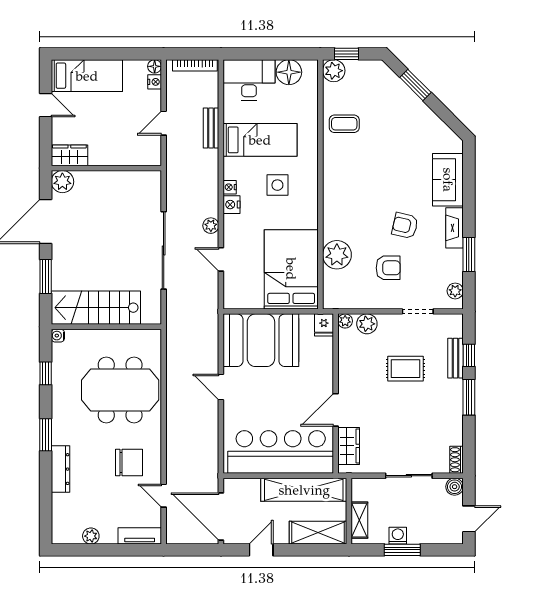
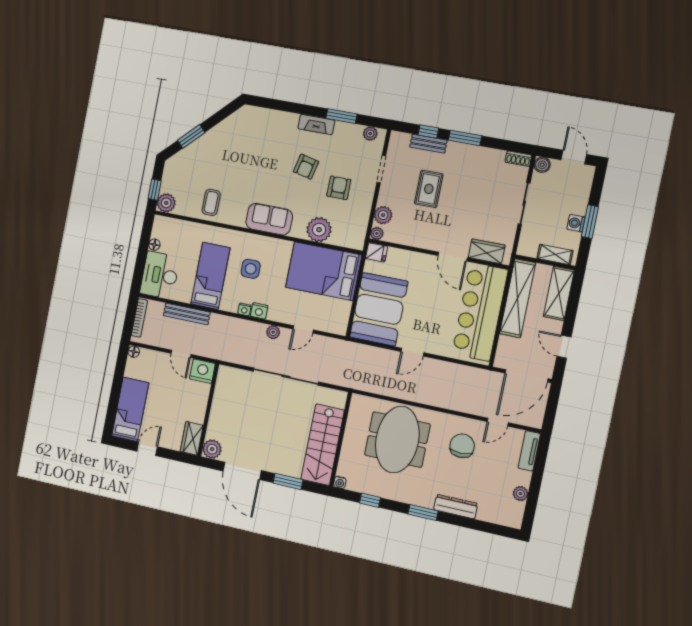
floor lamp: (289, 72) -> (154, 245), width x0.53, depth x0.53
nightstand: (155, 82) -> (202, 371), moved, width x1.89, depth x1.79
bench: (211, 128) -> (187, 314), width x1.36
sofa: (448, 180) -> (269, 219), moved, turned 180

